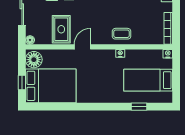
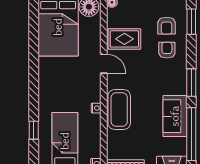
coffee table: (122, 34) -> (119, 110), width x1.86, depth x1.72

